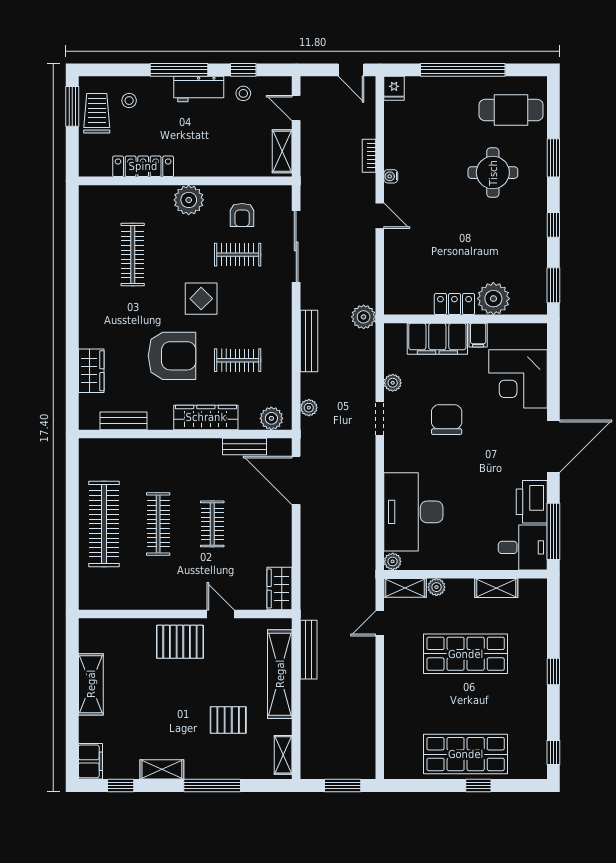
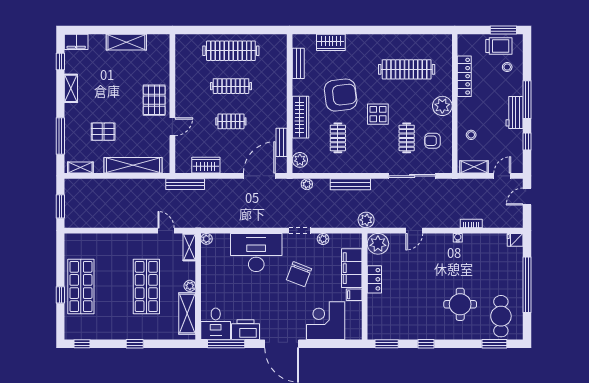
door: (351, 70) -> (527, 197), moved
stool: (243, 93) -> (471, 135), moved
window: (553, 158) -> (494, 344), moved
door: (380, 216) -> (414, 231), moved
clothes rail: (133, 255) -> (407, 69), width x1.37, depth x1.31
plant: (493, 299) -> (378, 244), moved
armchair: (172, 356) -> (341, 95), turned -97
chair: (447, 420) -> (299, 274), turned 111
desk: (413, 512) -> (256, 252), moved
plant: (436, 587) -> (190, 286), moved
wardrobe: (280, 588) -> (206, 165), moved
shelving: (496, 588) -> (187, 313), width x1.50, depth x1.33
bench: (309, 650) -> (185, 184), moved
pallet: (228, 720) -> (103, 132), turned 90
window: (212, 786) -> (60, 136), moved

